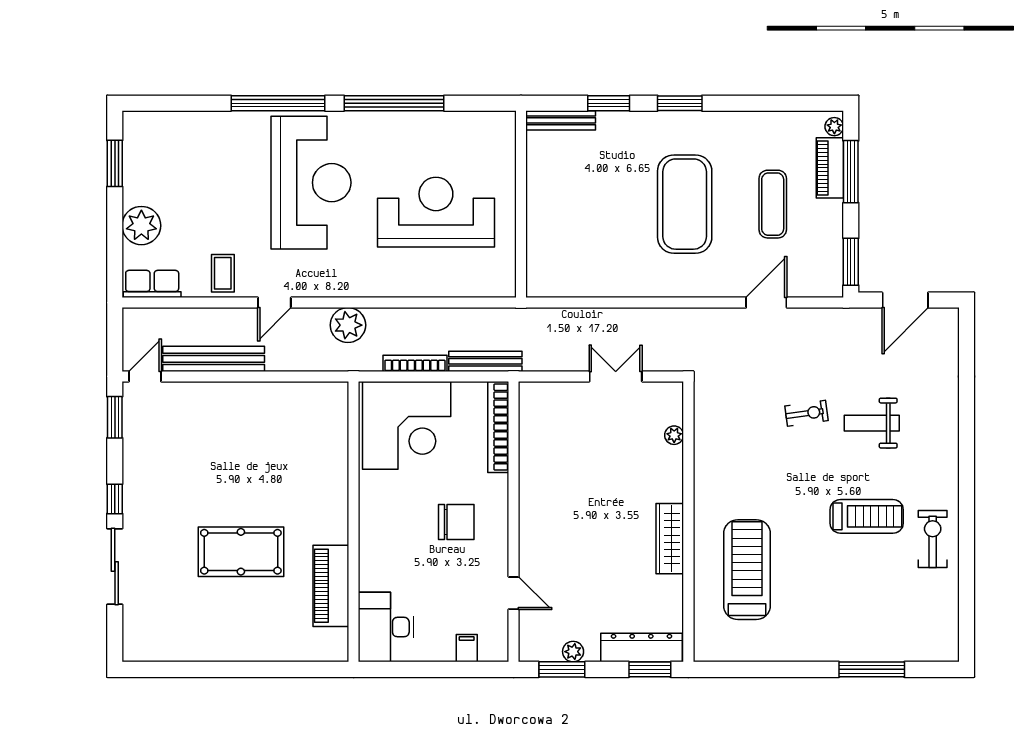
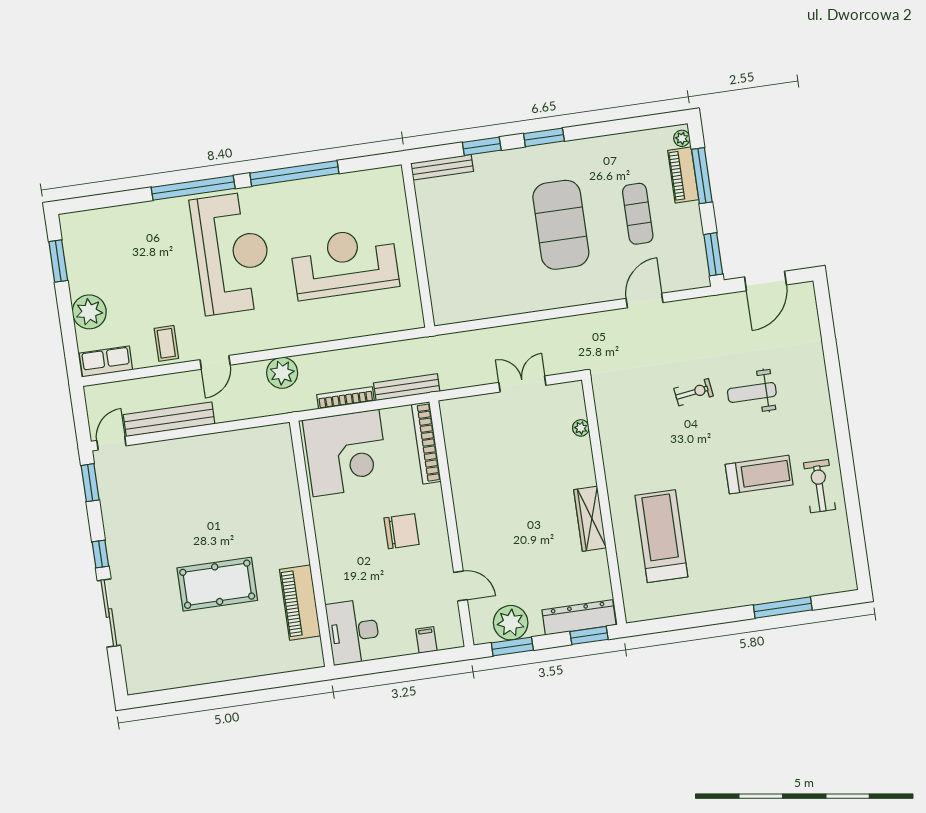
plant: (573, 652) -> (511, 623), width x1.87, depth x1.87

